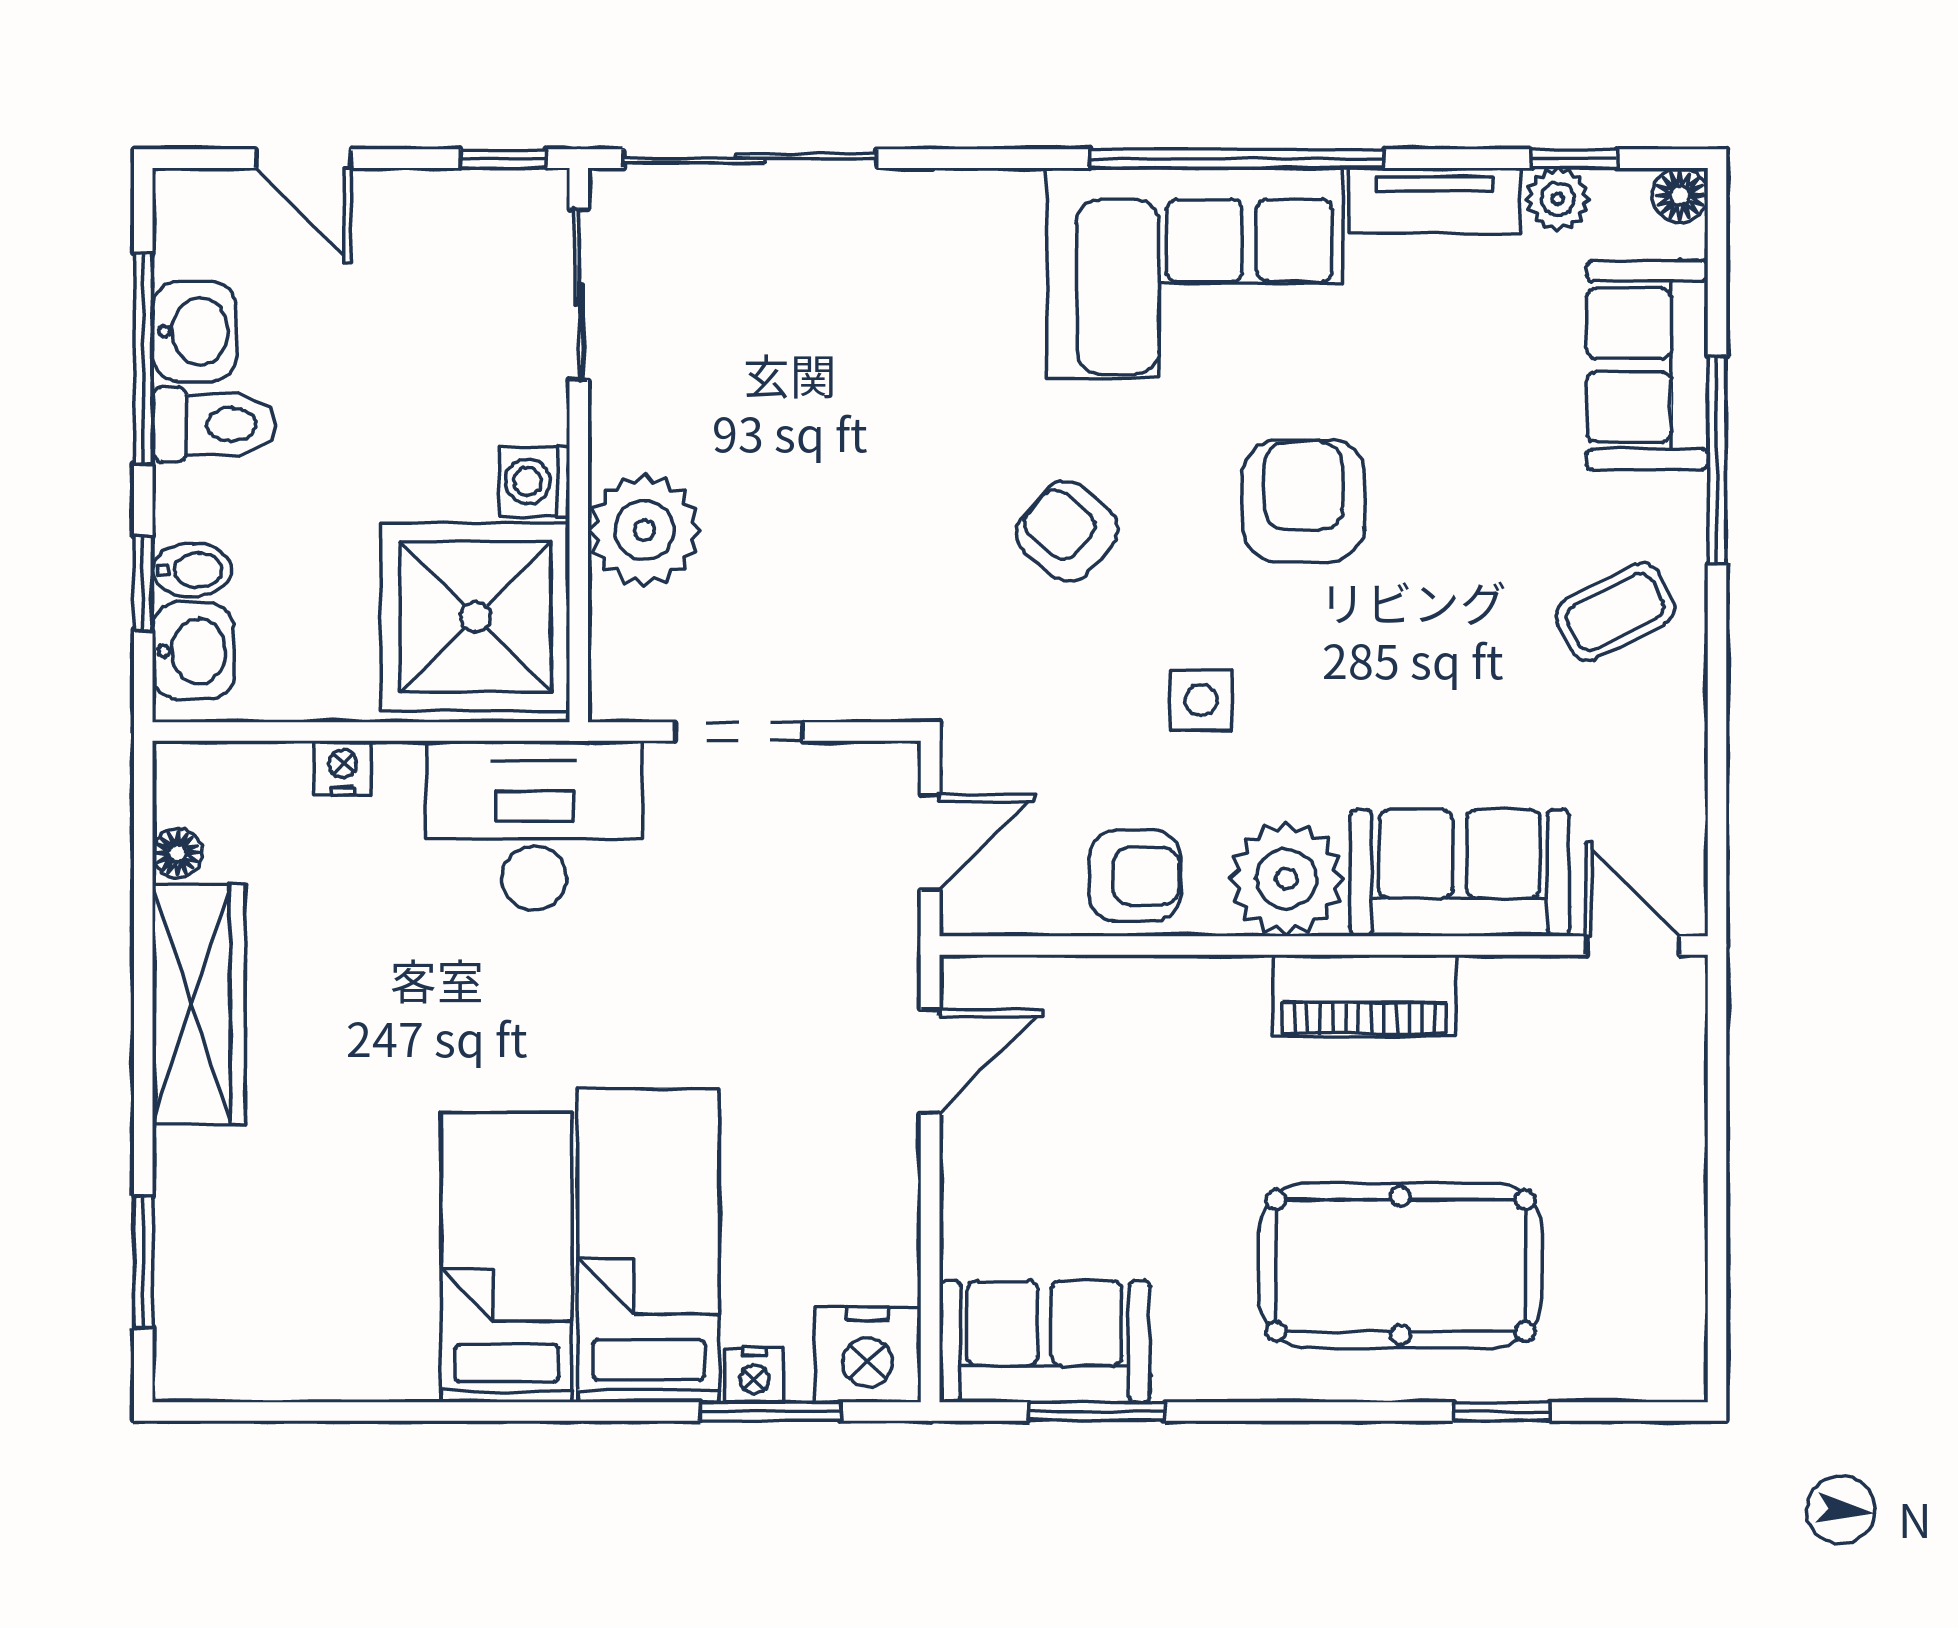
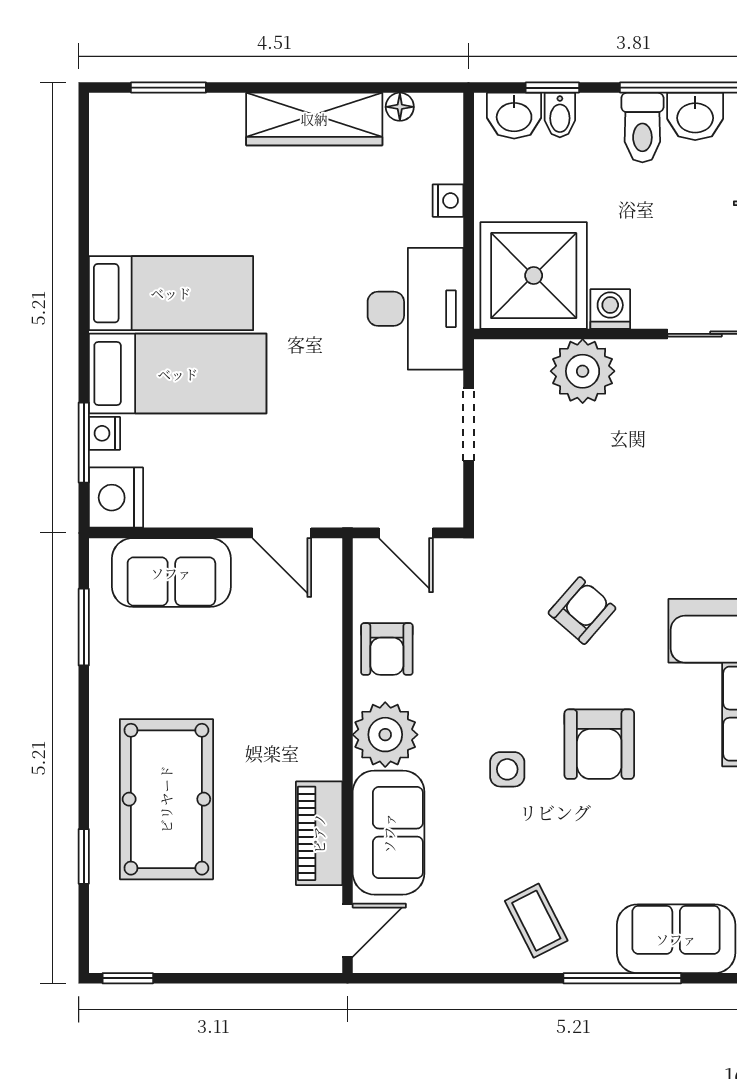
armchair: (1303, 501) -> (599, 744), turned 90
side table: (1201, 700) -> (507, 769), moved
piano: (1364, 996) -> (319, 833), moved
window: (1717, 1334) -> (128, 978), added
sofa: (1045, 1341) -> (171, 573), moved, turned 90

